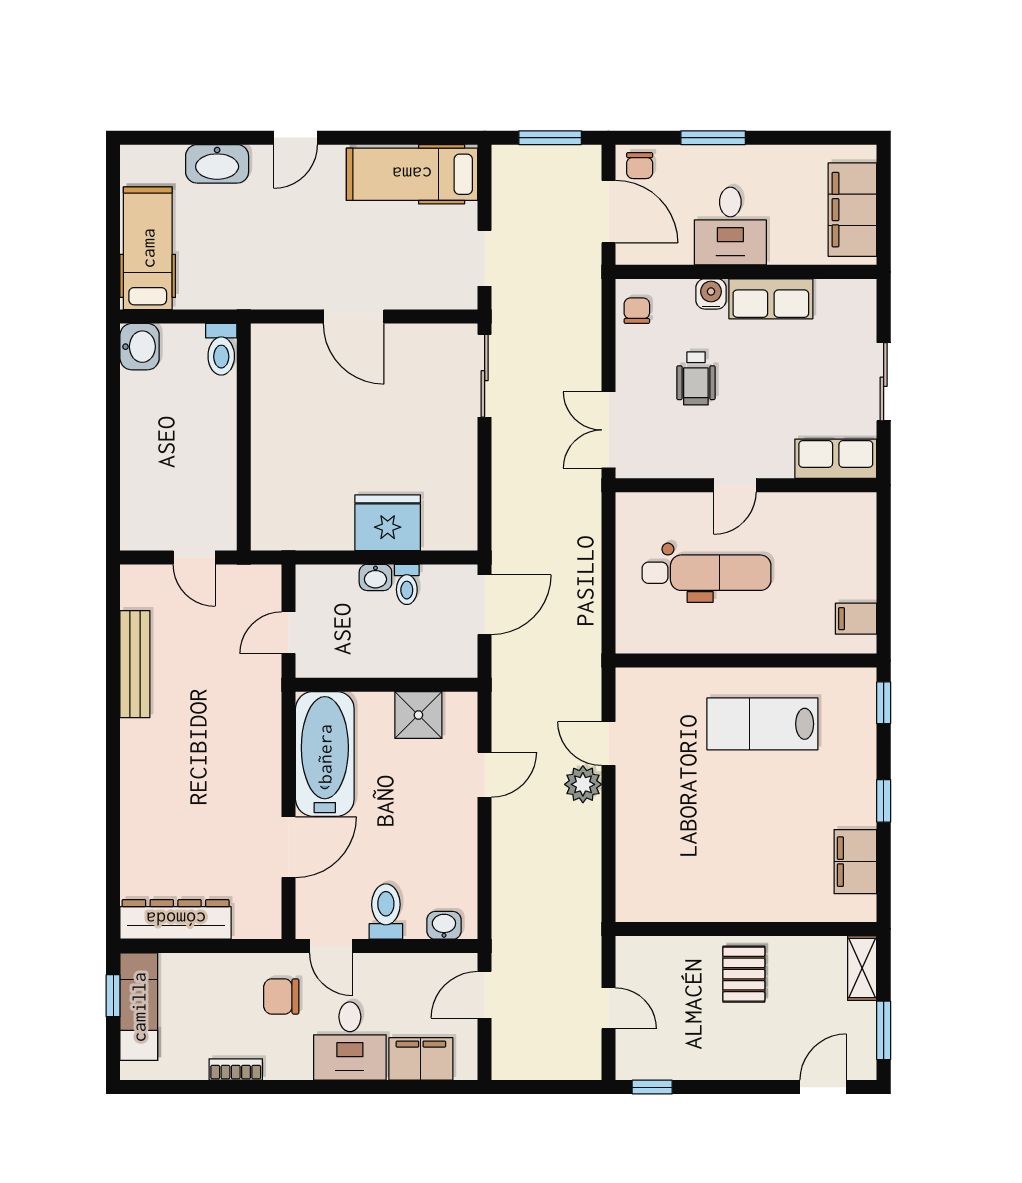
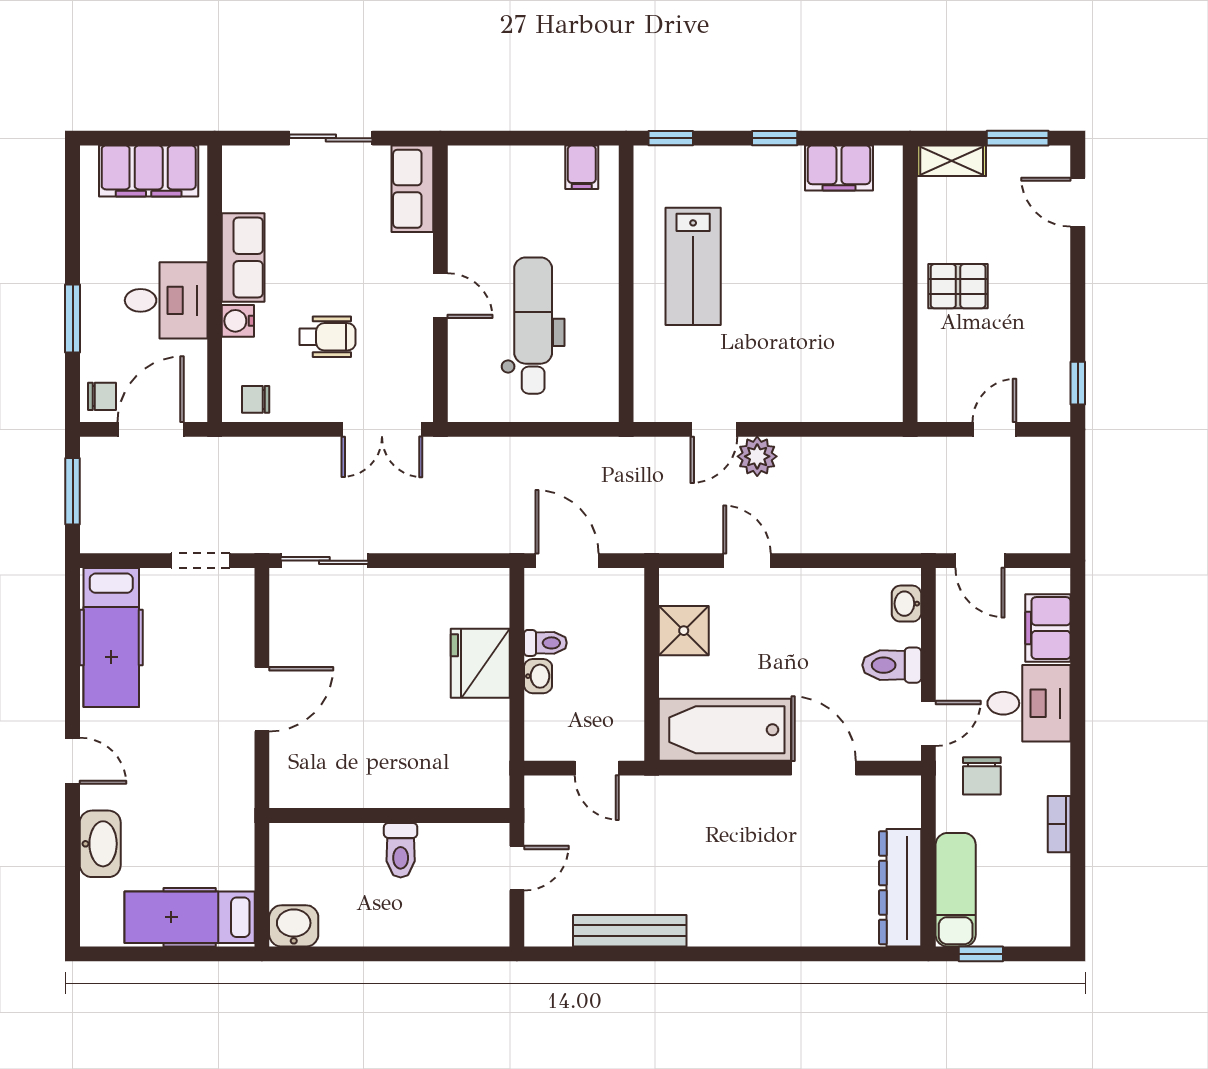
toilet: (221, 349) -> (401, 850), moved, turned 90
exam couch: (139, 1007) -> (956, 890), moved, turned 90

